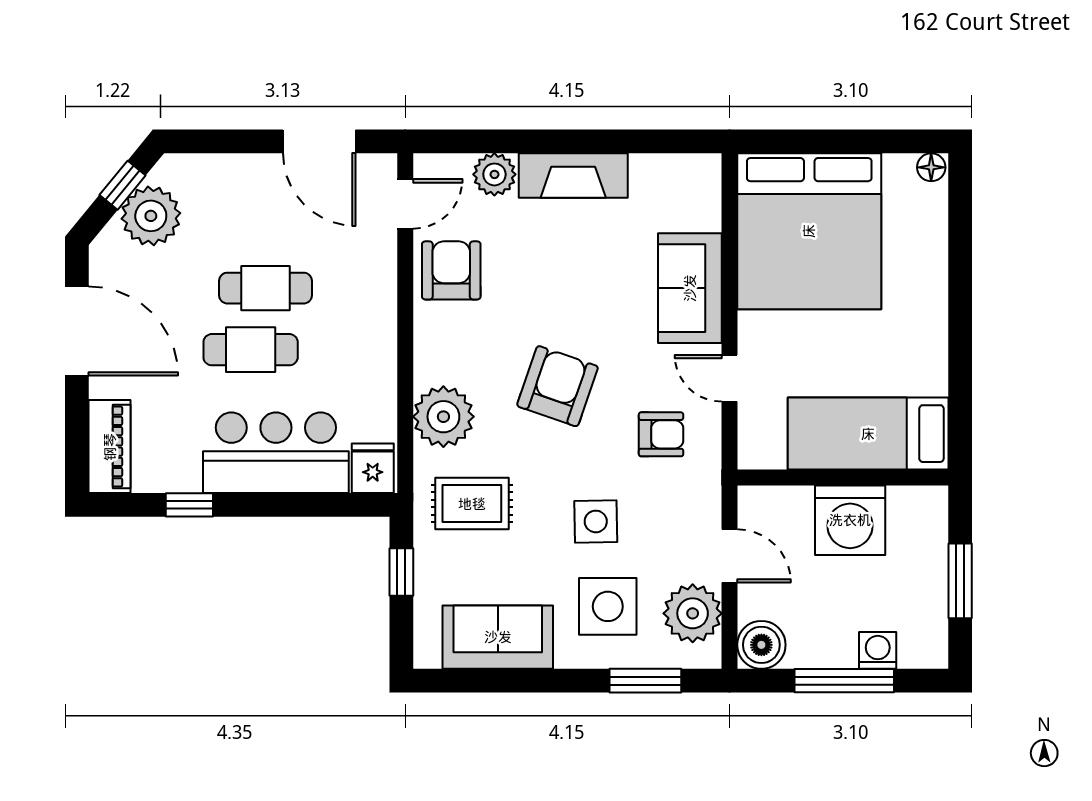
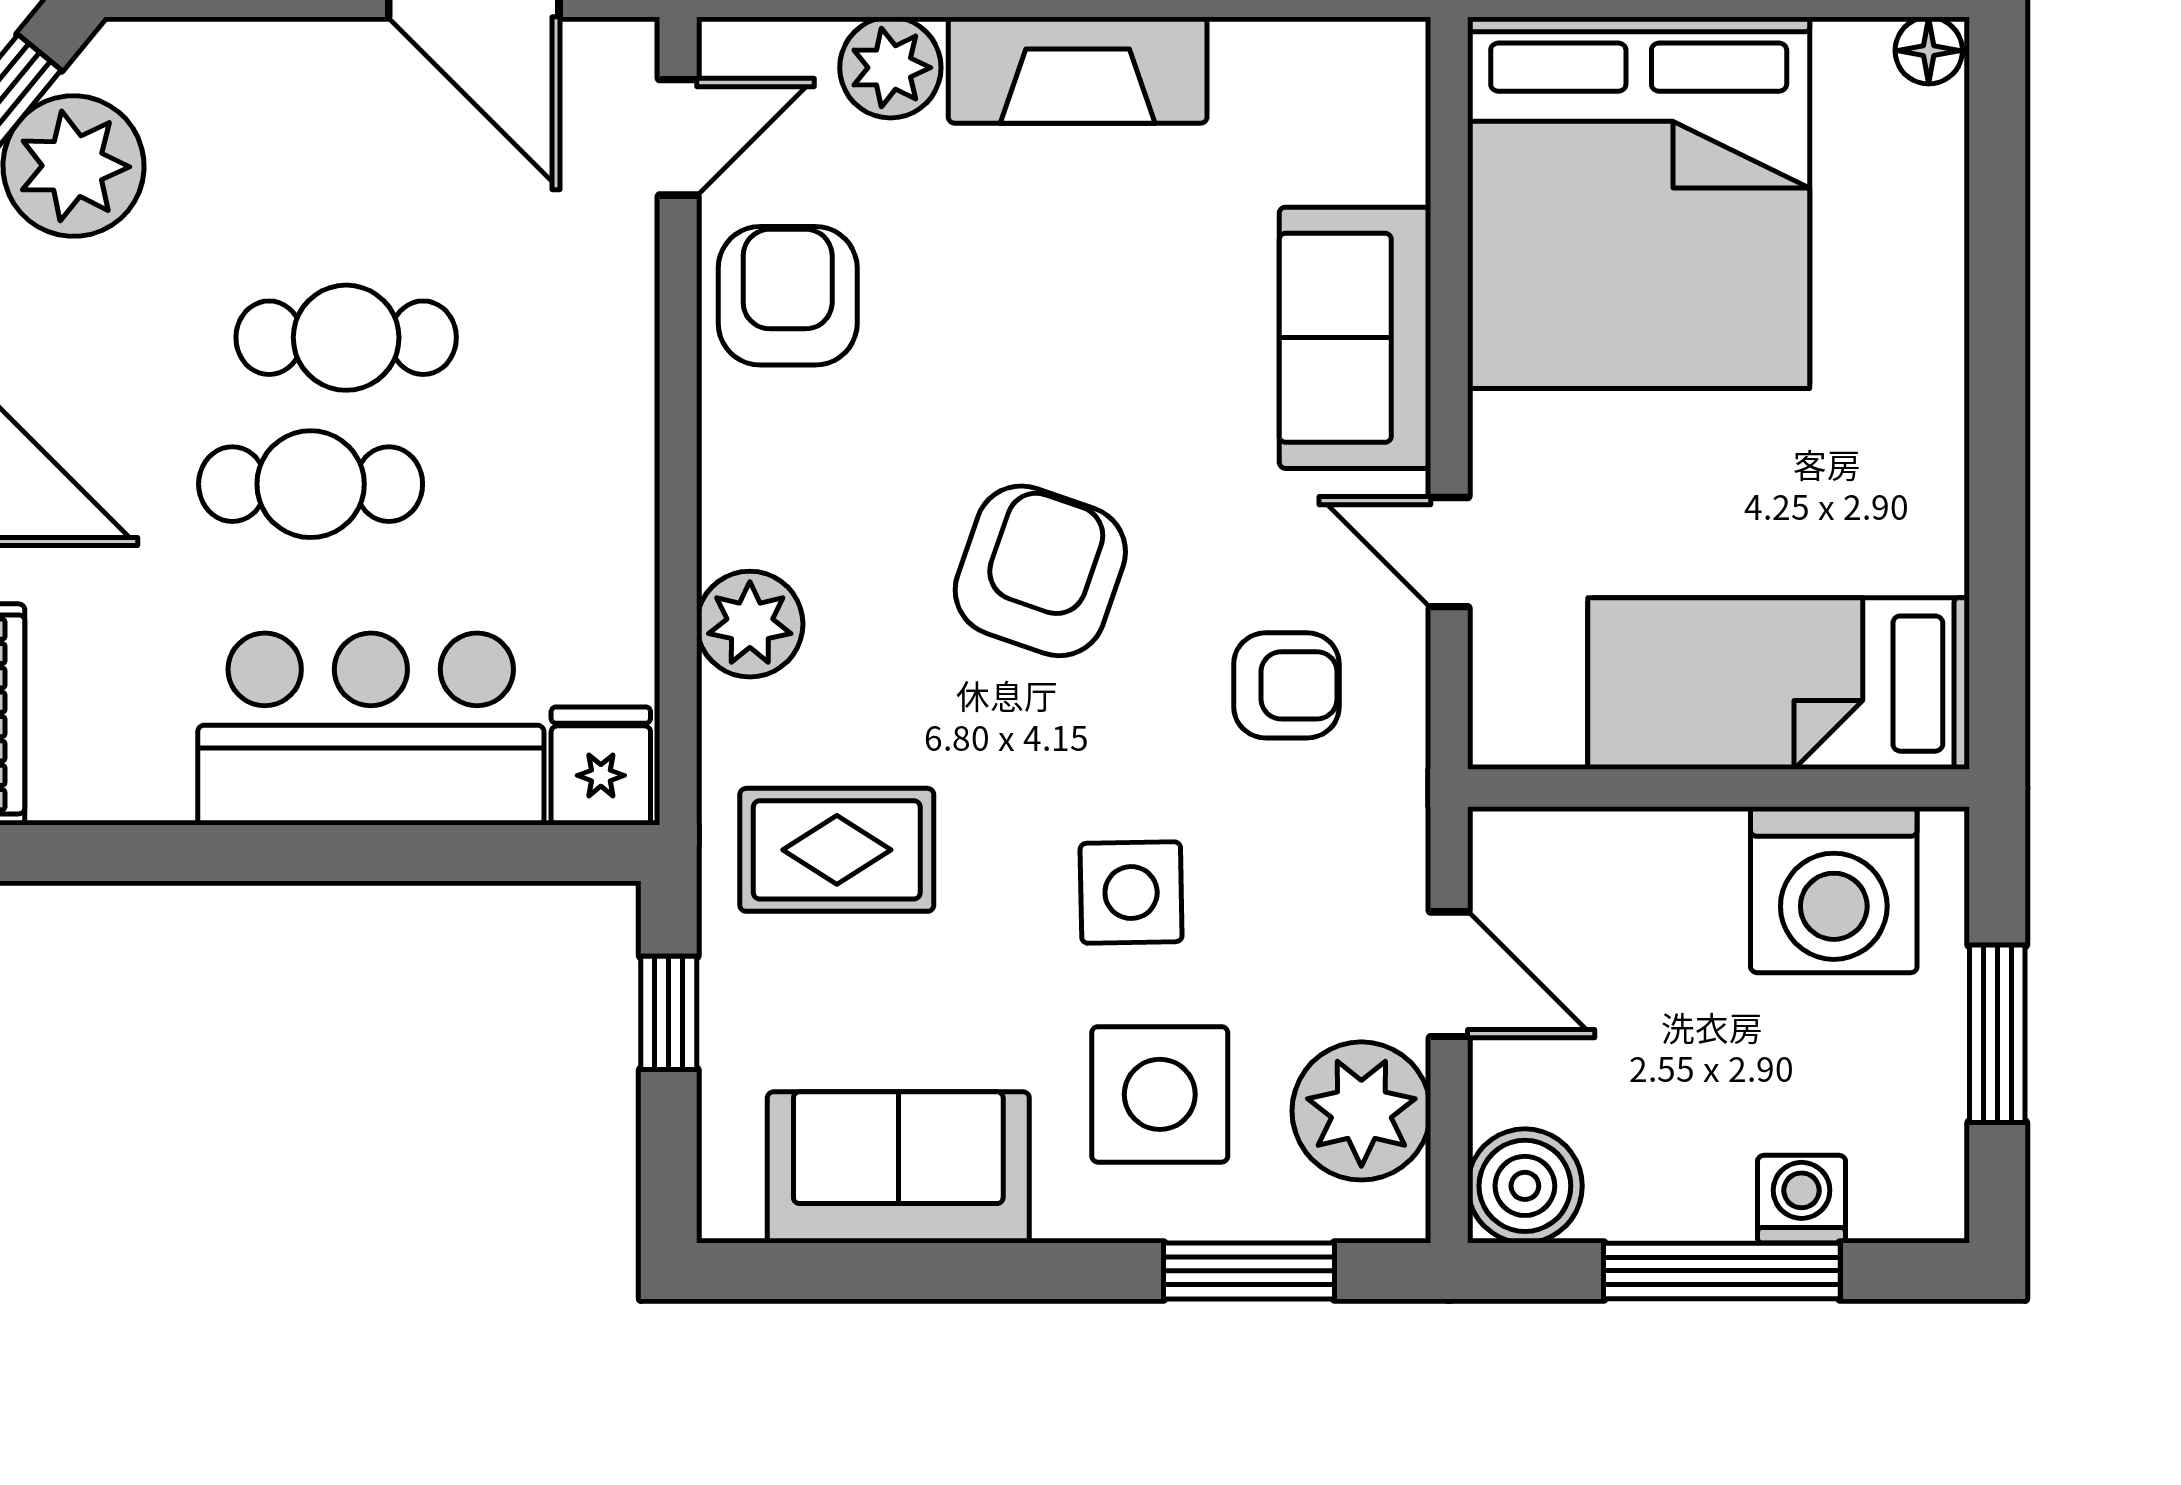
plant: (443, 417) -> (750, 624), width x0.73, depth x0.73
window: (189, 505) -> (165, 853), removed
washing machine: (850, 520) -> (1834, 890), moved

